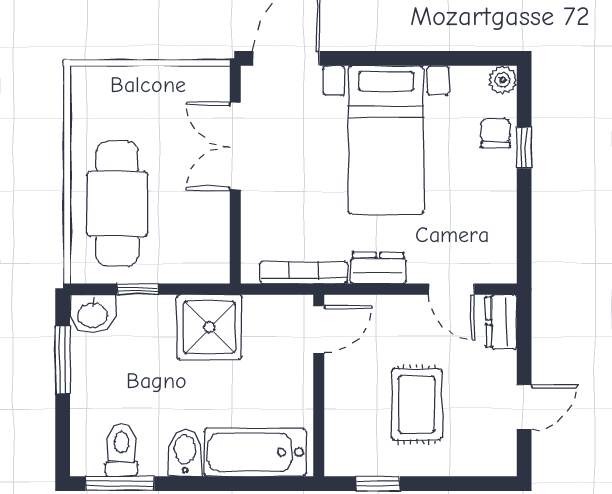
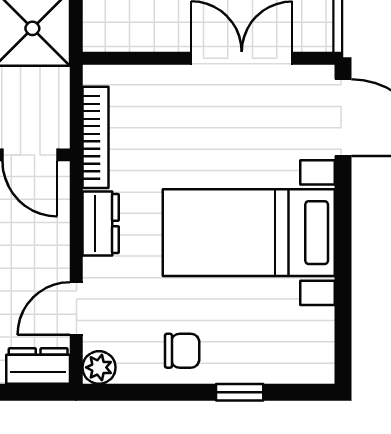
plant: (503, 80) -> (99, 367), moved
chair: (496, 133) -> (182, 351), moved

